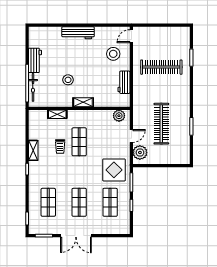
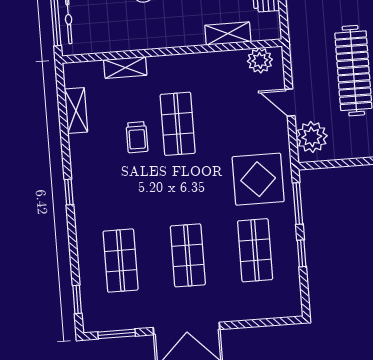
shelving: (83, 102) -> (228, 33), moved
door: (131, 136) -> (290, 102), swing flipped
shelving: (33, 150) -> (76, 111), moved

